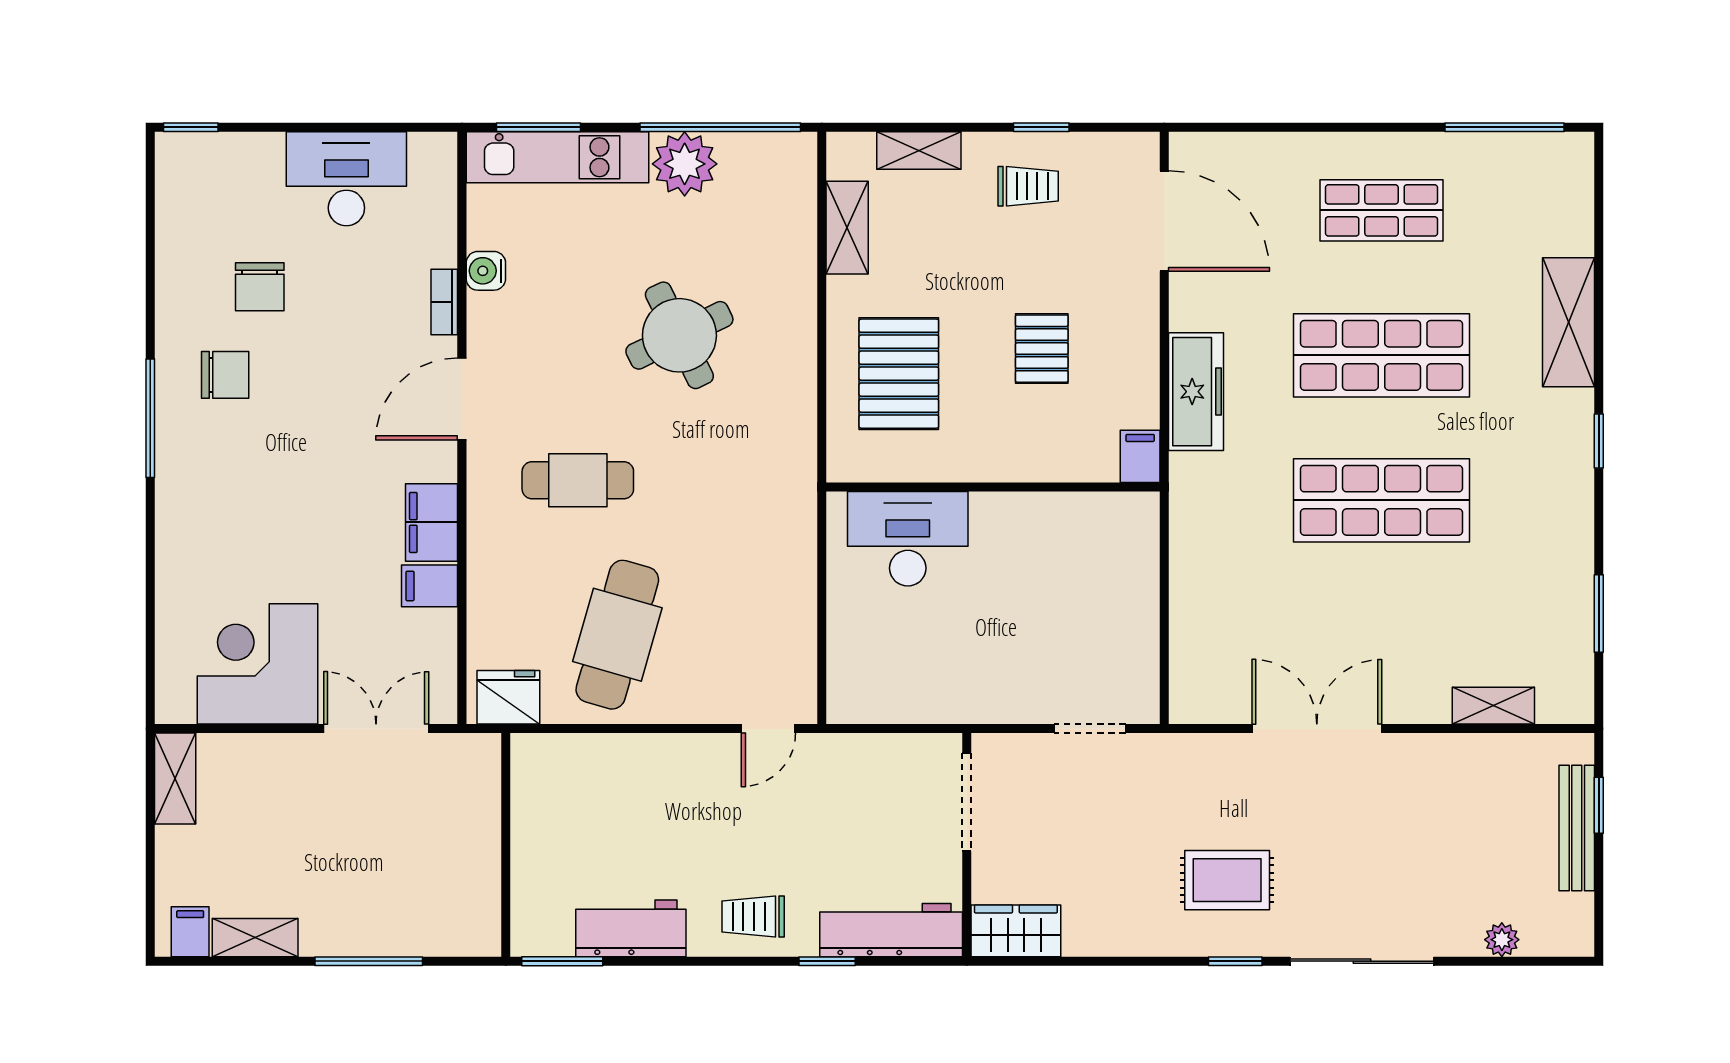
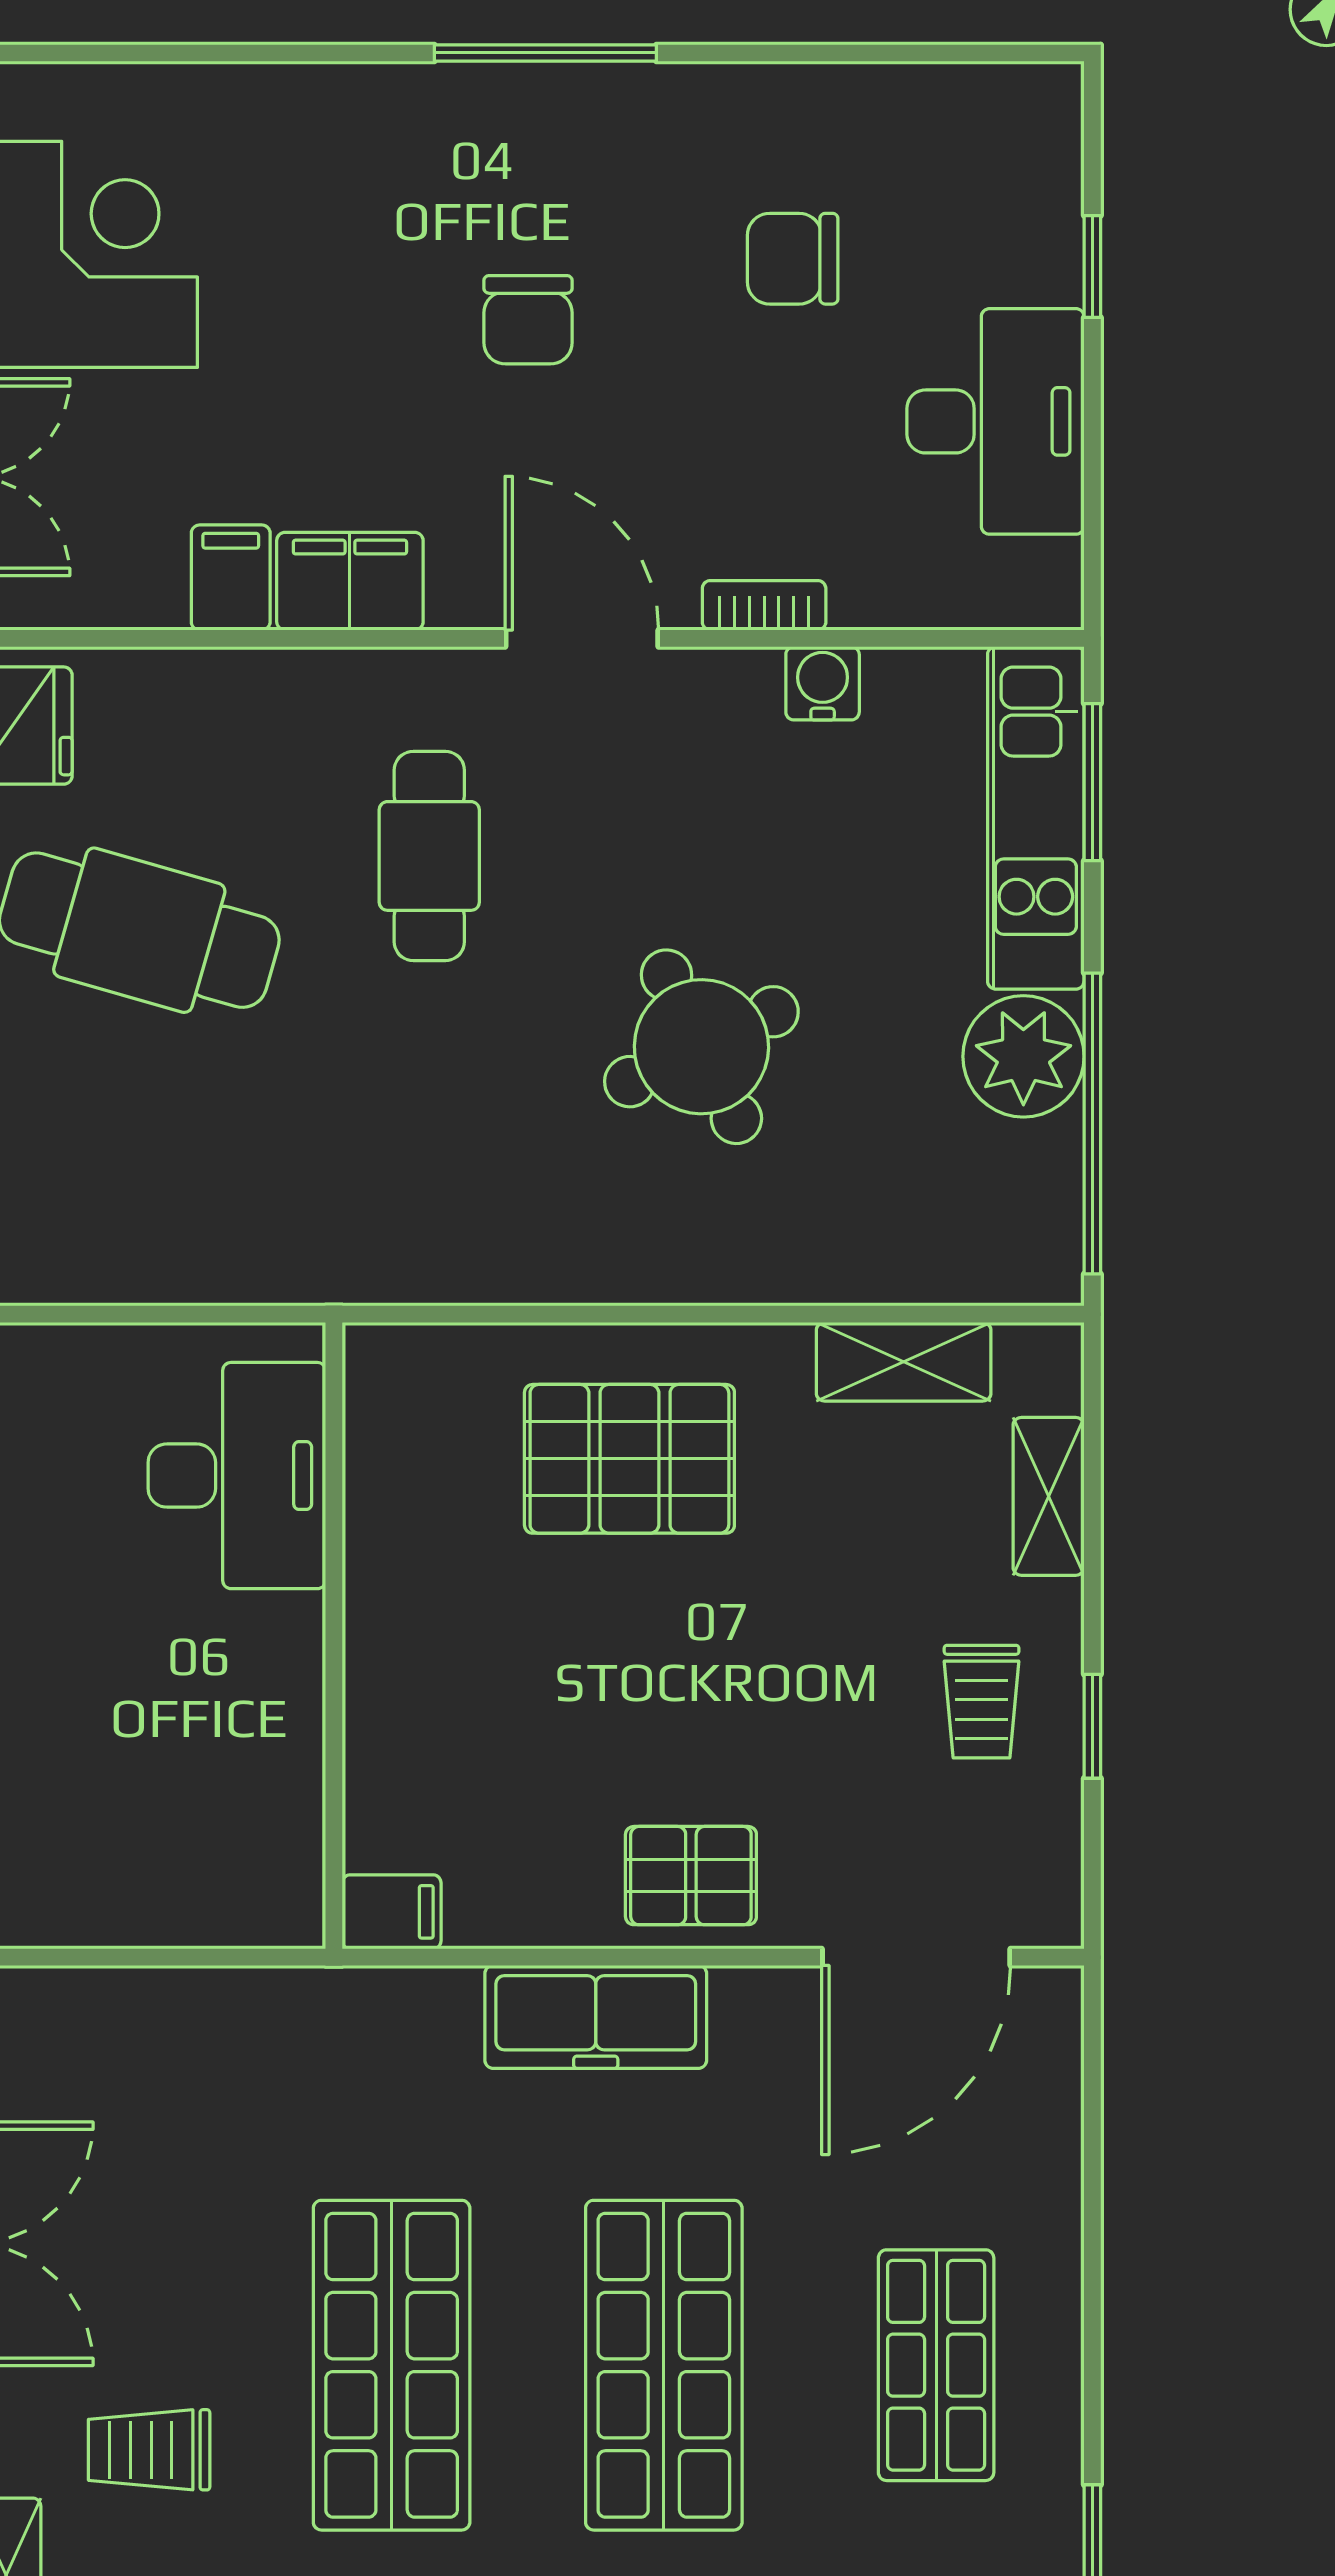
window: (191, 127) -> (1092, 266), moved
pallet: (1042, 349) -> (691, 1876), moved
chair: (225, 375) -> (528, 320), moved
filing cabinet: (1140, 456) -> (392, 1912), moved
wall: (993, 487) -> (334, 1636), moved
desk: (908, 539) -> (237, 1476), moved
trolley: (1427, 629) -> (149, 2450), added

